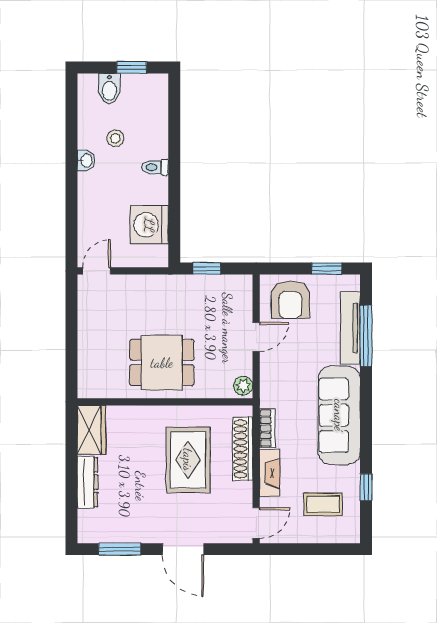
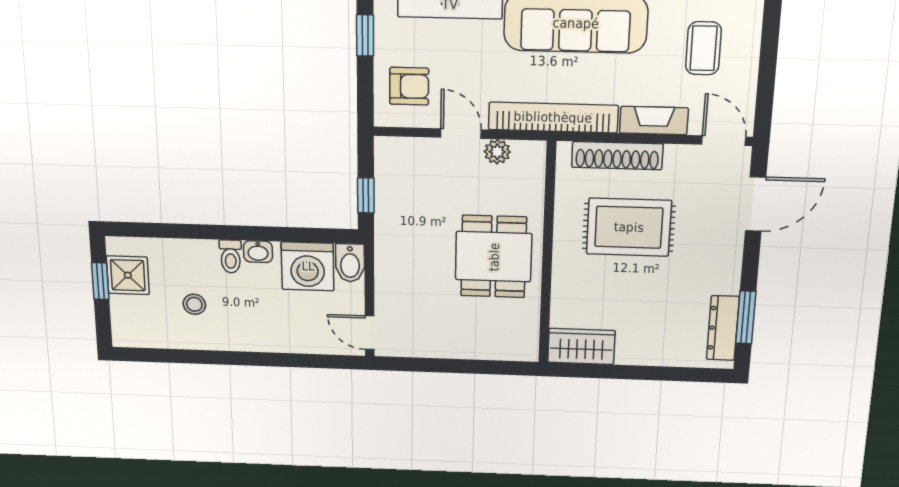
bidet: (109, 89) -> (350, 263), moved, turned 90
shower: (137, 89) -> (128, 275), added
washbasin: (86, 161) -> (258, 252), moved, turned 180
armchair: (290, 300) -> (409, 86), width x0.72, depth x0.72
plant: (243, 386) -> (497, 152), moved
bookcase: (268, 428) -> (553, 117), width x2.31, depth x1.31
dresser: (87, 482) -> (723, 328), moved, turned -90
door: (183, 549) -> (756, 204), moved

